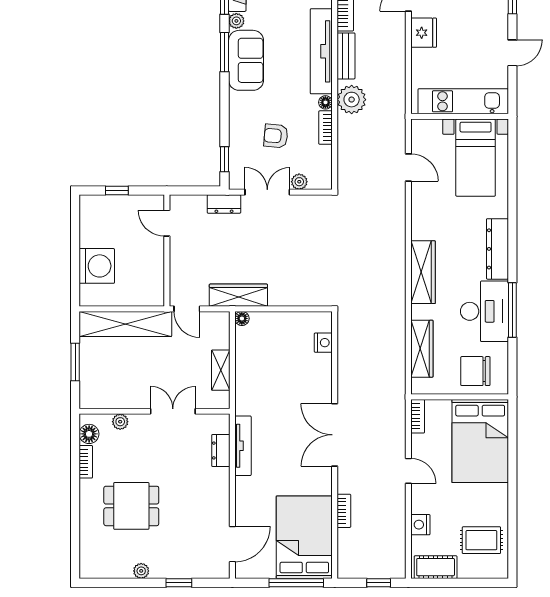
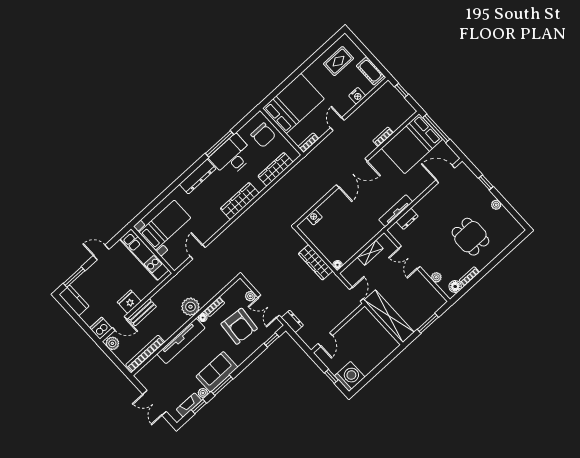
bench: (346, 56) -> (142, 312), moved
armchair: (276, 136) -> (239, 326), width x1.88, depth x1.88
washing machine: (97, 266) -> (350, 376), moved, turned 90
wardrobe: (238, 295) -> (316, 262), moved
rug: (481, 540) -> (339, 61), turned 90

